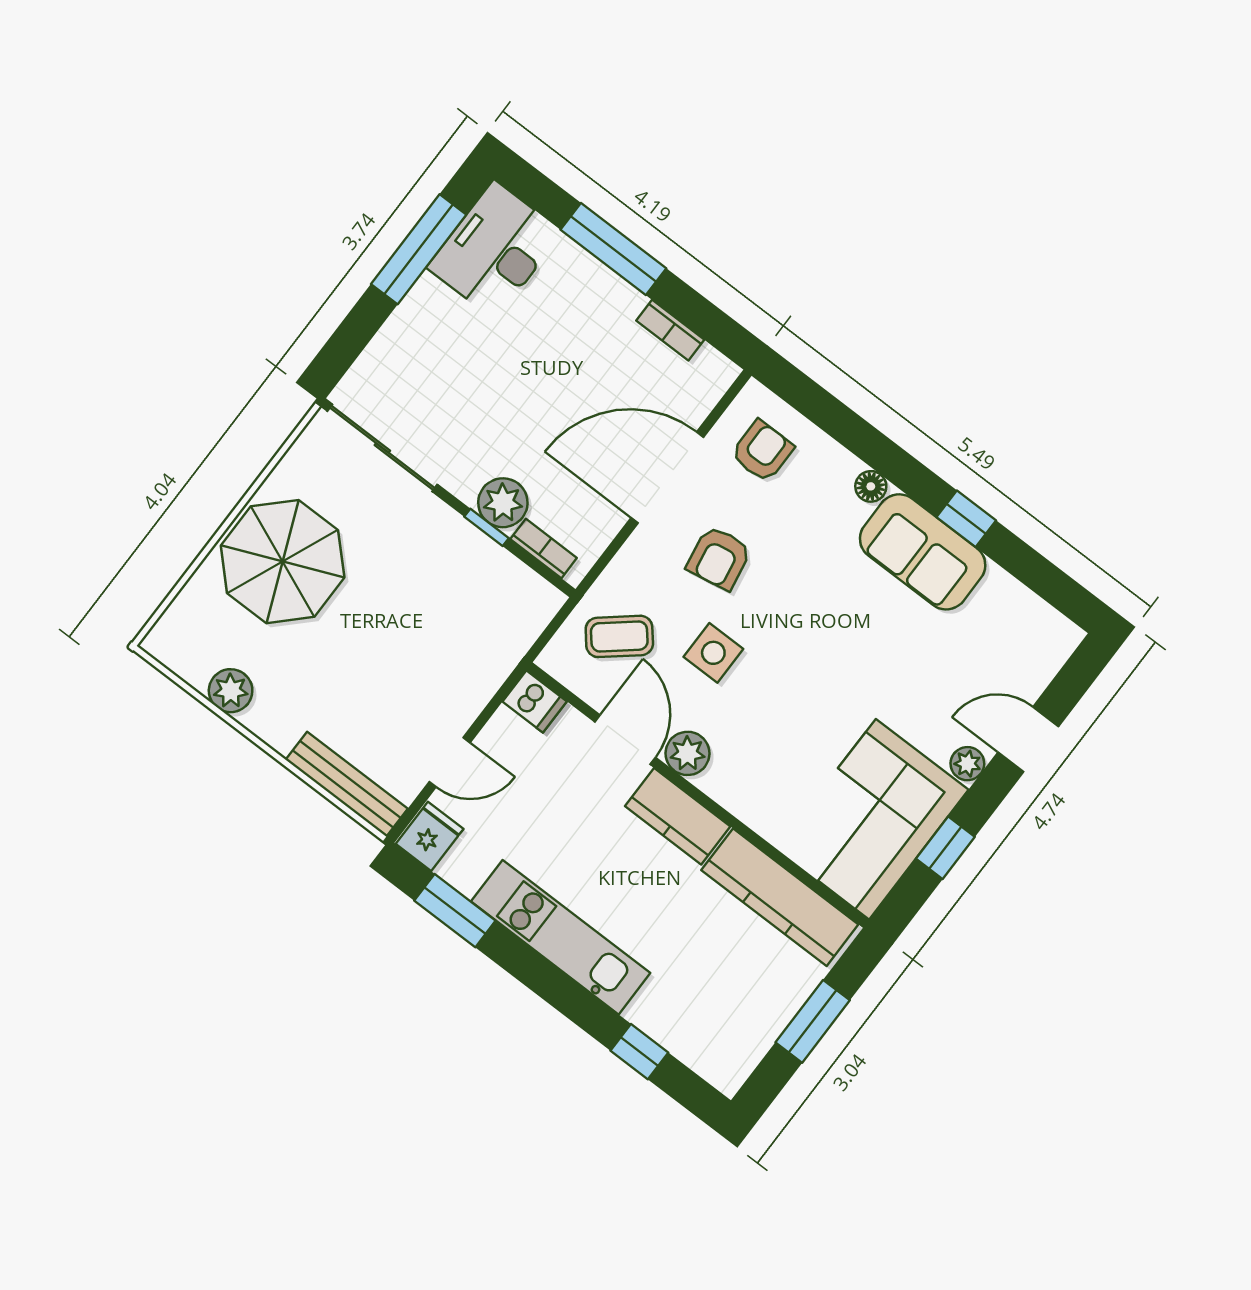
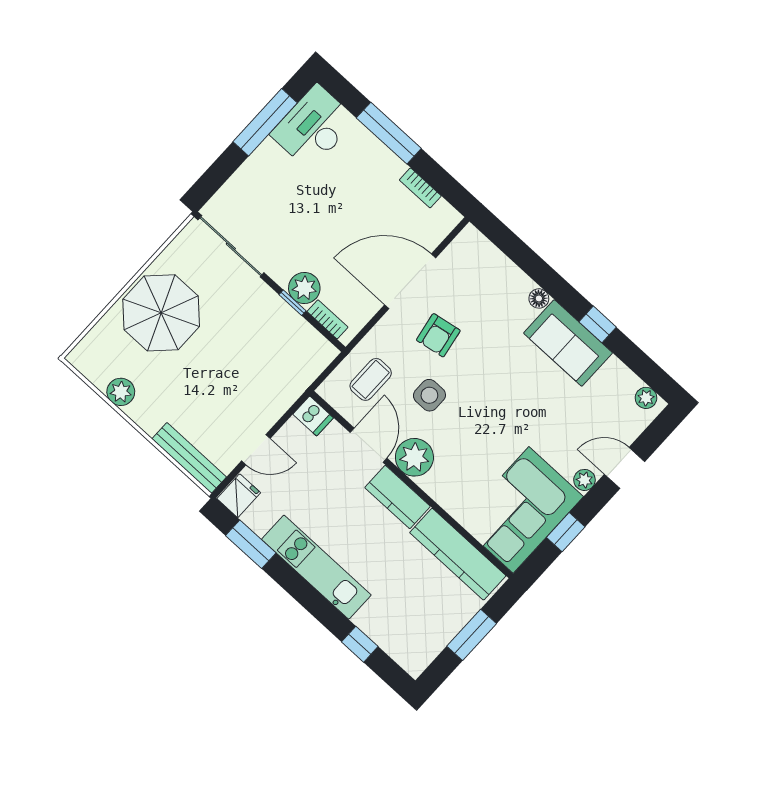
armchair: (762, 451) -> (472, 270), removed
plant: (1052, 627) -> (646, 398), added
coffee table: (619, 636) -> (371, 379), turned -50
plant: (687, 753) -> (414, 457), width x1.36, depth x1.36

